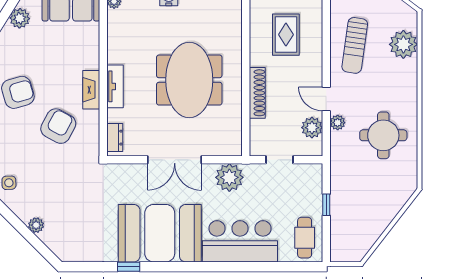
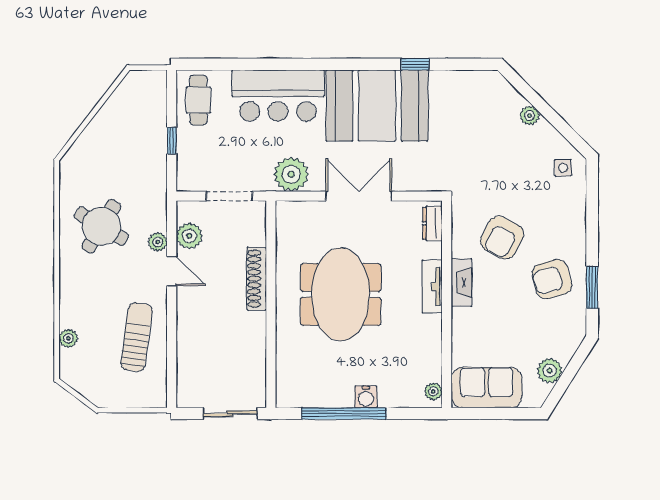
rug: (286, 35) -> (221, 350), removed
plant: (403, 44) -> (68, 338), width x0.53, depth x0.53
round table: (383, 135) -> (101, 226), turned 31
doorway: (280, 160) -> (229, 196), width x1.38

